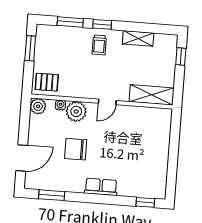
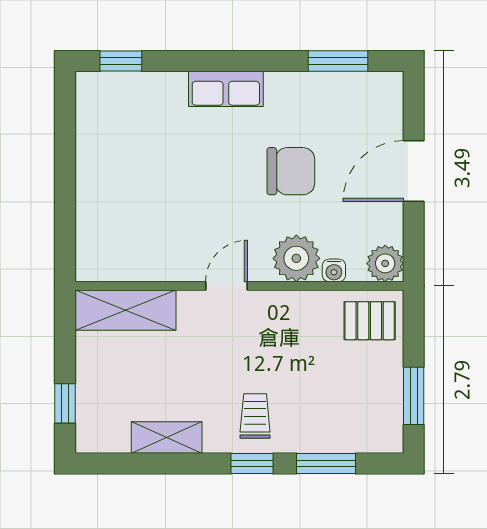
door: (22, 158) -> (414, 171), moved

